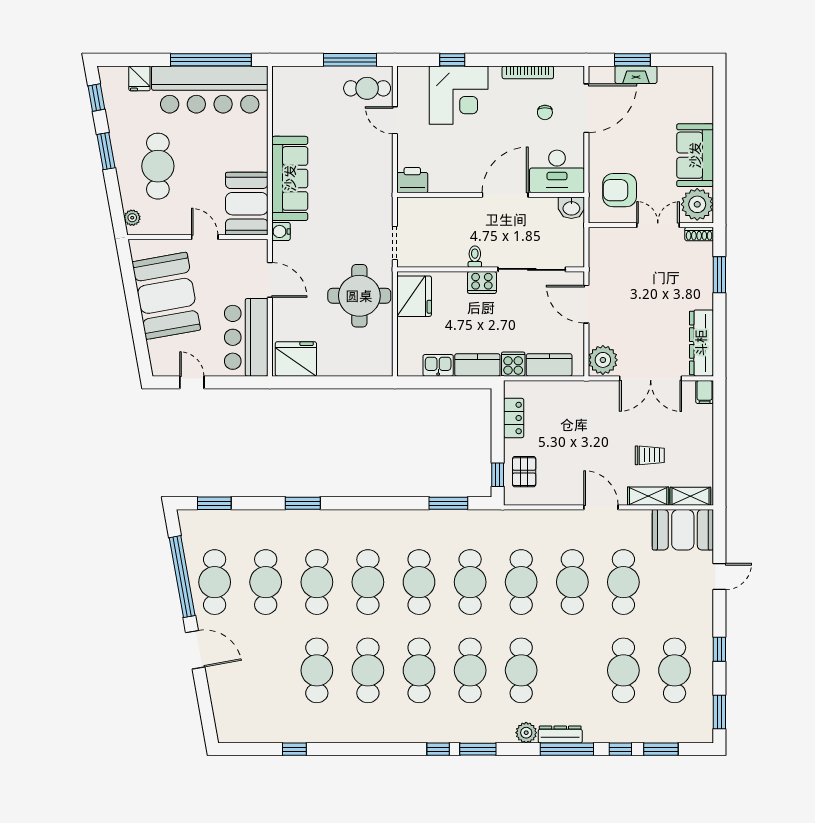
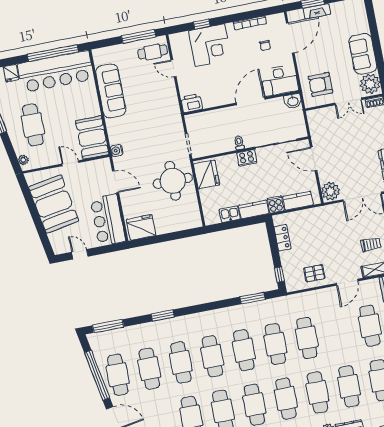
sofa: (290, 178) -> (111, 91), moved
double door: (658, 225) -> (348, 101), swing flipped
pallet: (524, 472) -> (314, 273), moved, turned 90
window: (214, 503) -> (108, 326), width x1.44
door: (601, 507) -> (347, 282), swing flipped
cafe table: (572, 582) -> (349, 386), moved

